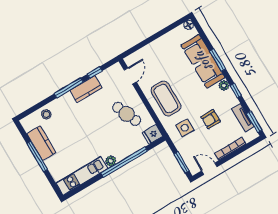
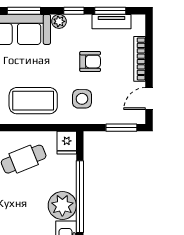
armchair: (211, 119) -> (90, 62), turned -90
window: (254, 122) -> (110, 11), moved
plant: (111, 161) -> (62, 205), width x1.88, depth x1.88

